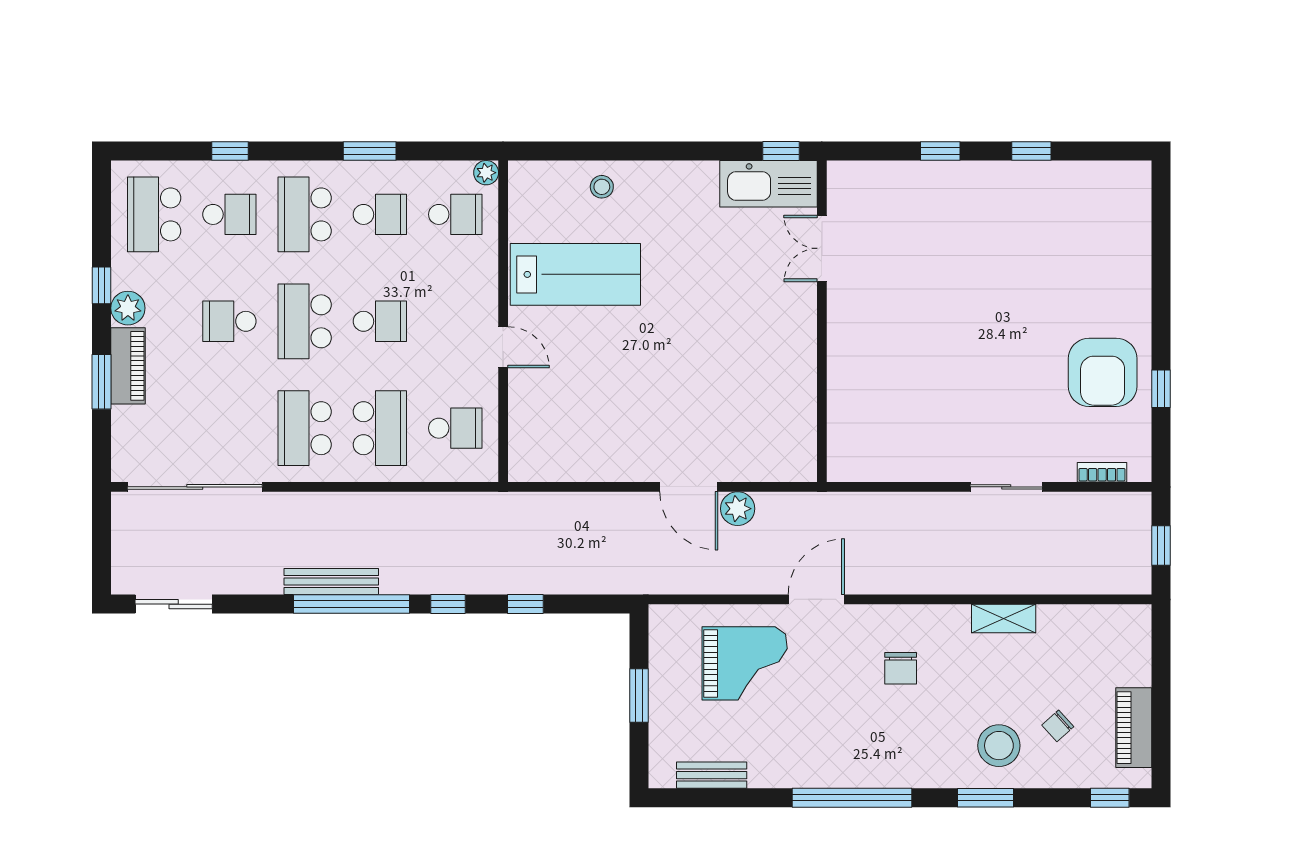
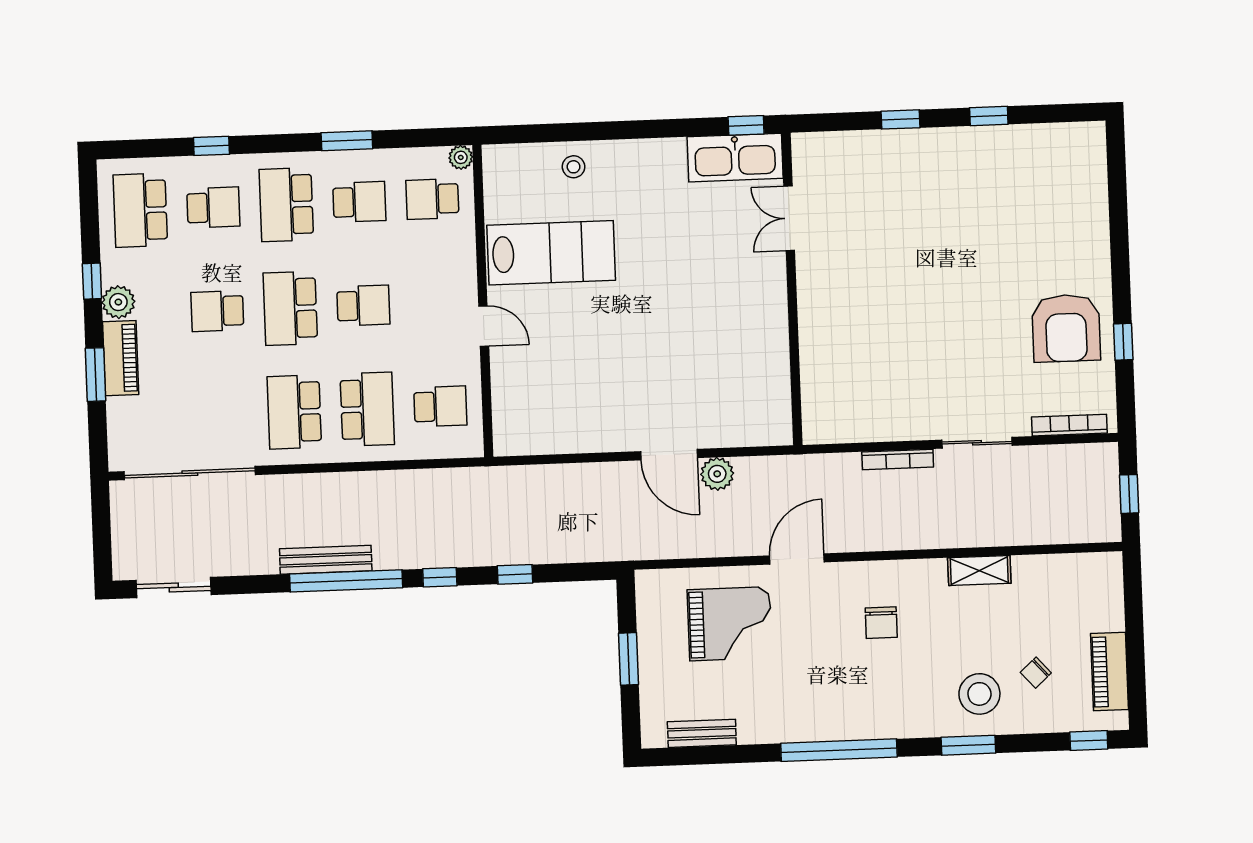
school desk: (455, 214) -> (432, 199), turned 180
bookcase: (1102, 472) -> (1069, 425), width x1.56
bookcase: (924, 501) -> (898, 459), added

